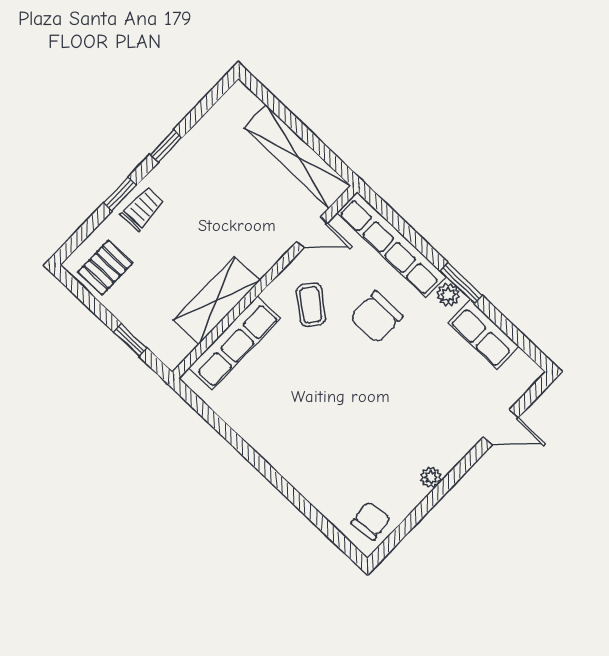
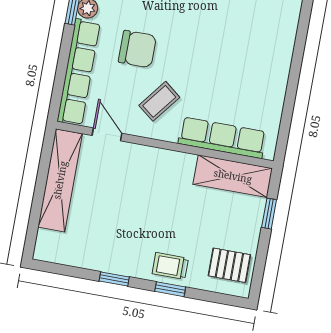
shelving: (217, 301) -> (233, 176), moved

